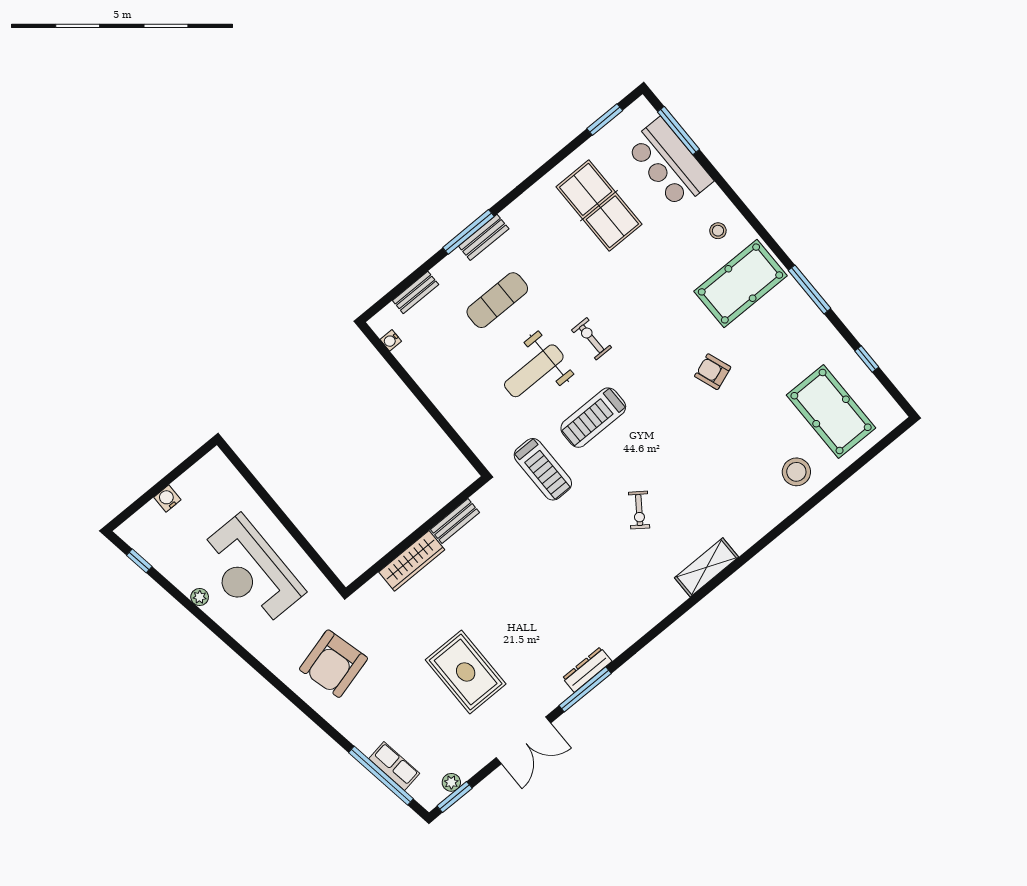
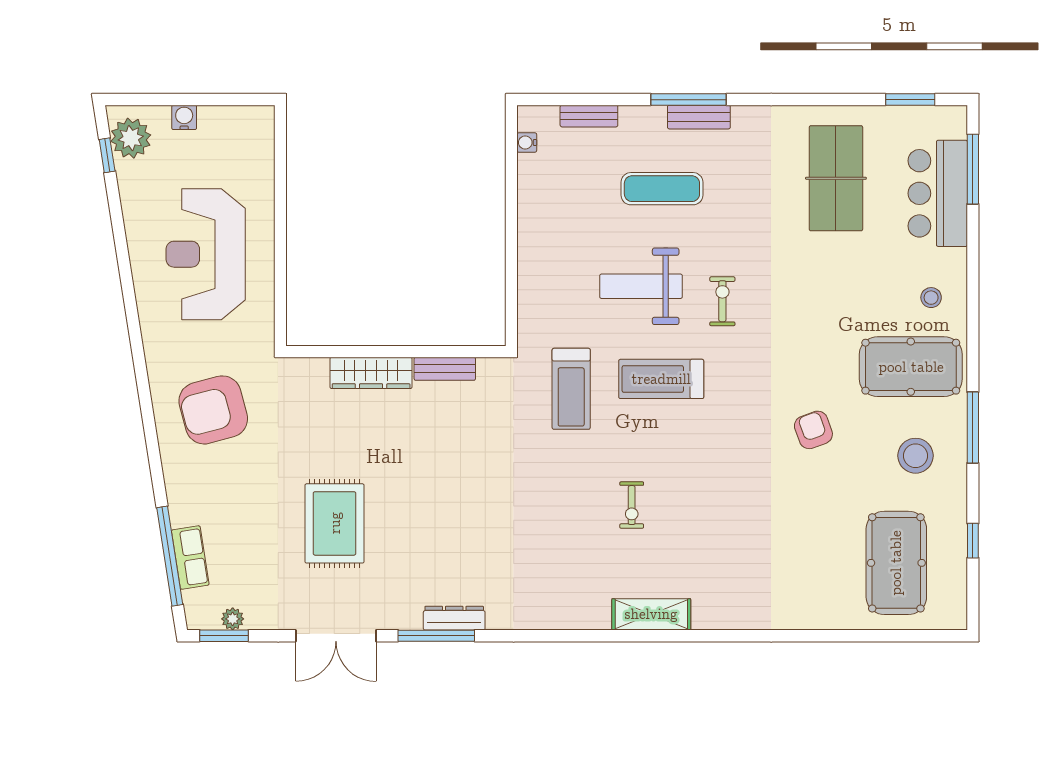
stool: (796, 472) -> (916, 456), moved
exercise bike: (639, 510) -> (632, 505), turned -36
plant: (200, 597) -> (131, 138), moved, width x1.88, depth x1.88

